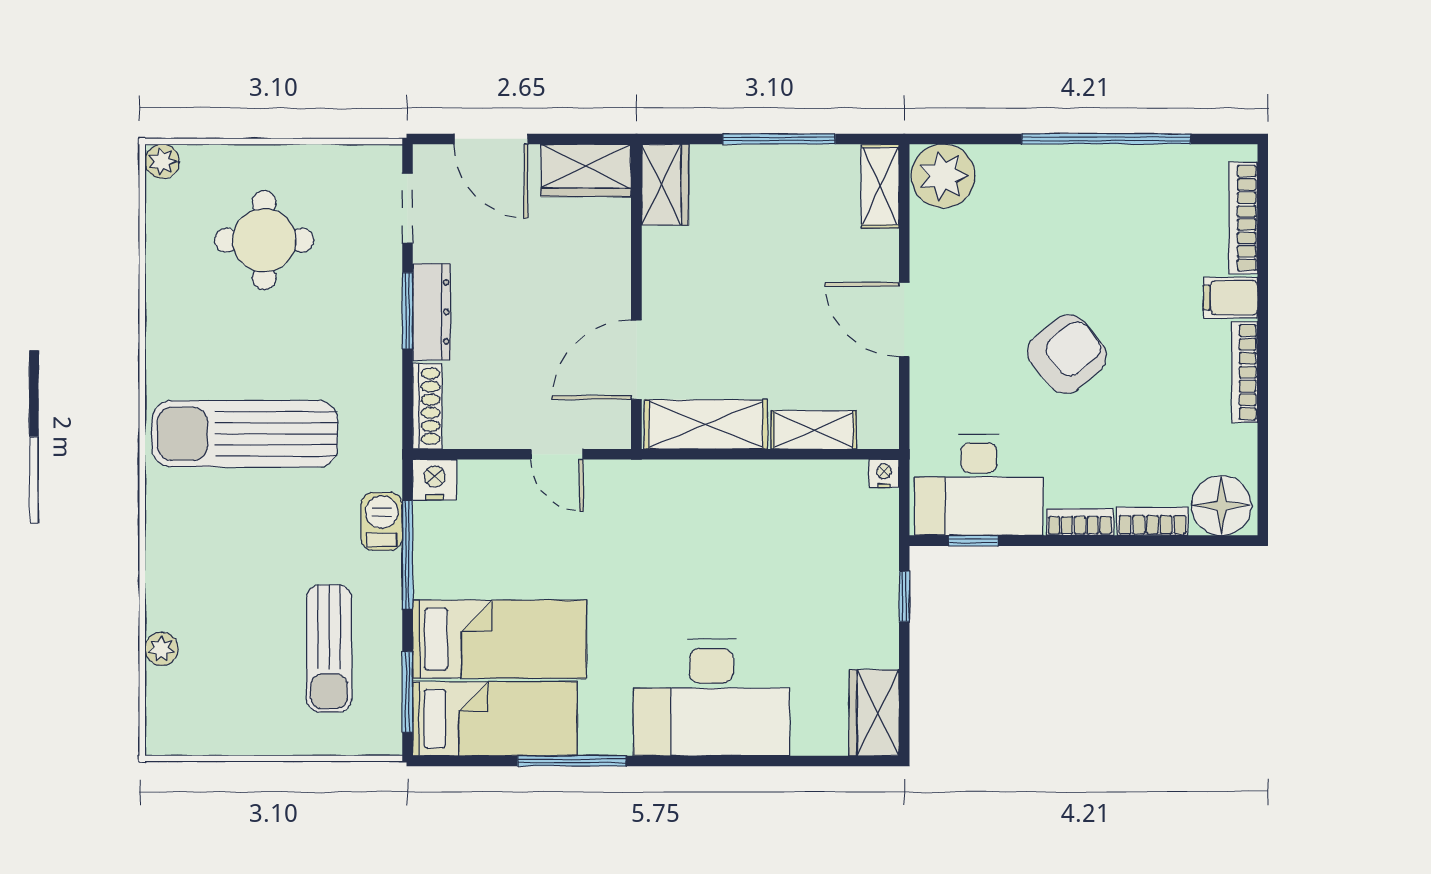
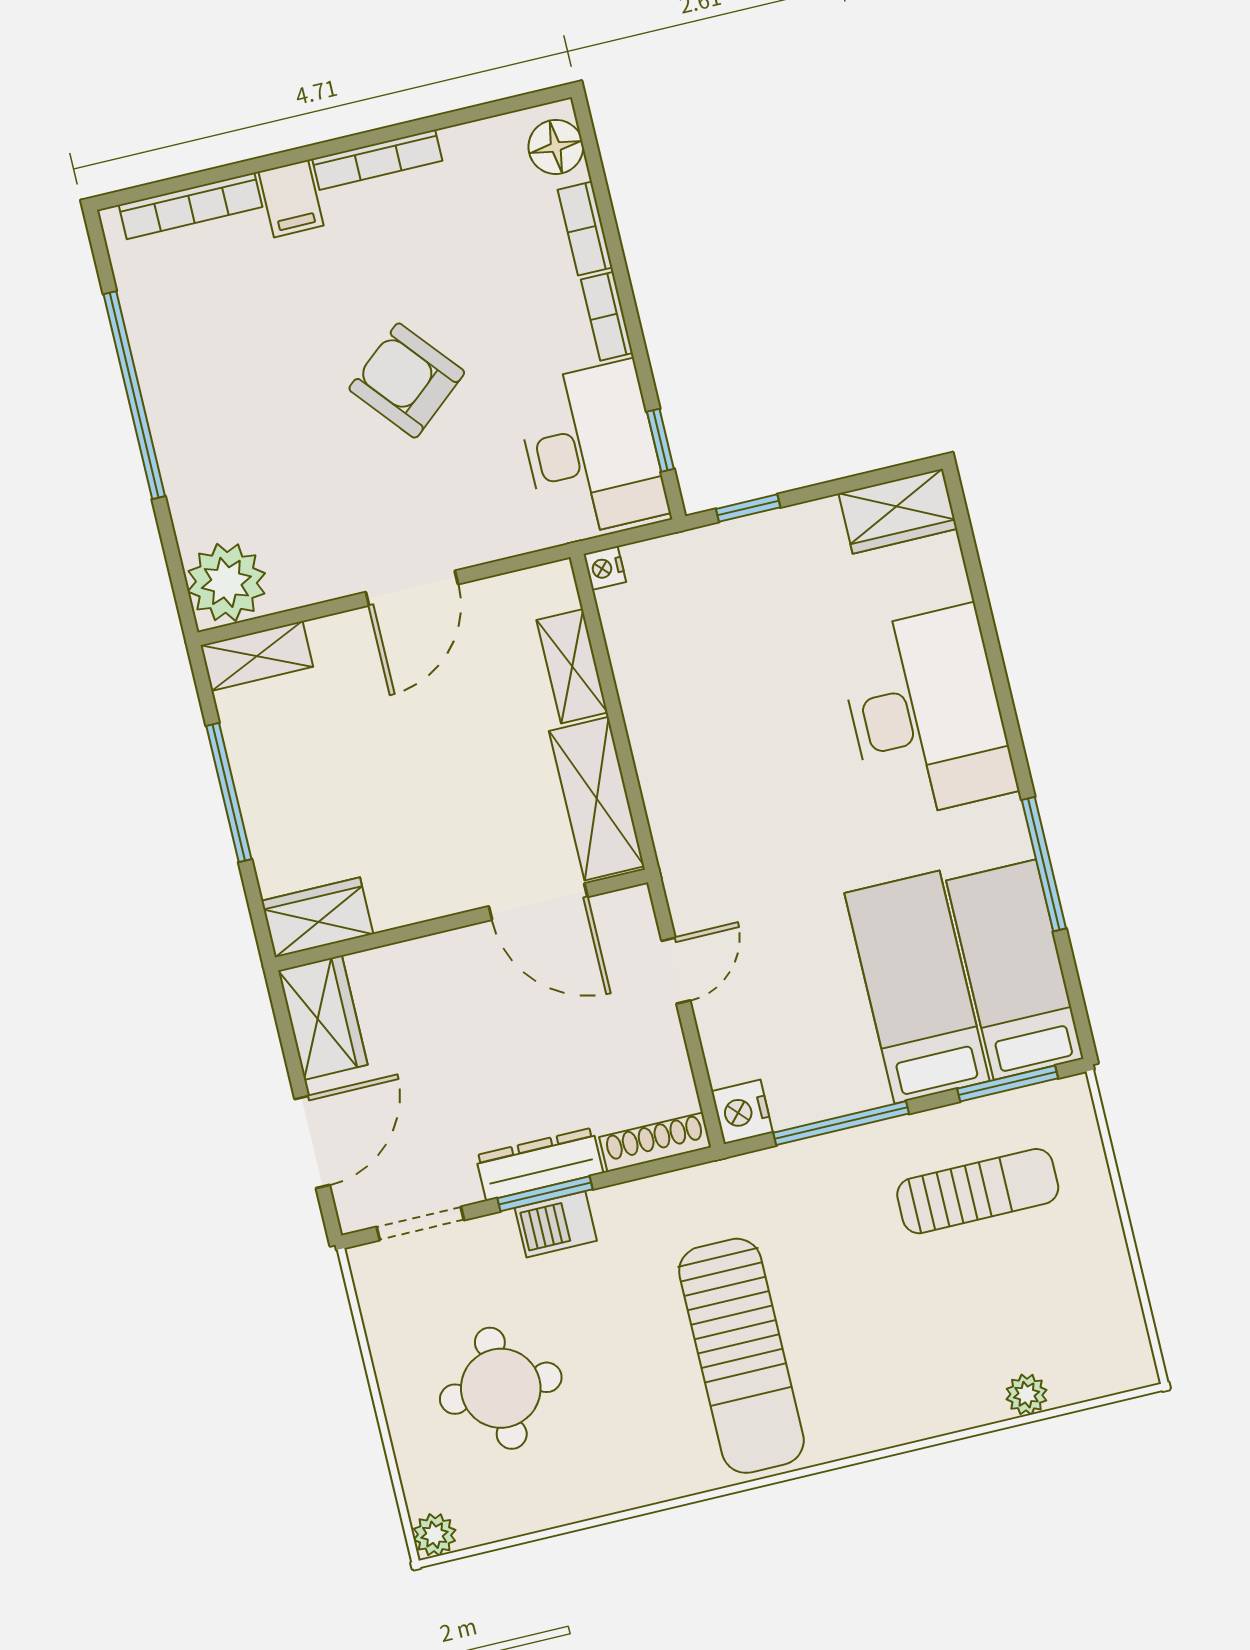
floor lamp: (1221, 505) -> (556, 147), width x0.73, depth x0.73
barbecue: (382, 521) -> (556, 1224), moved

